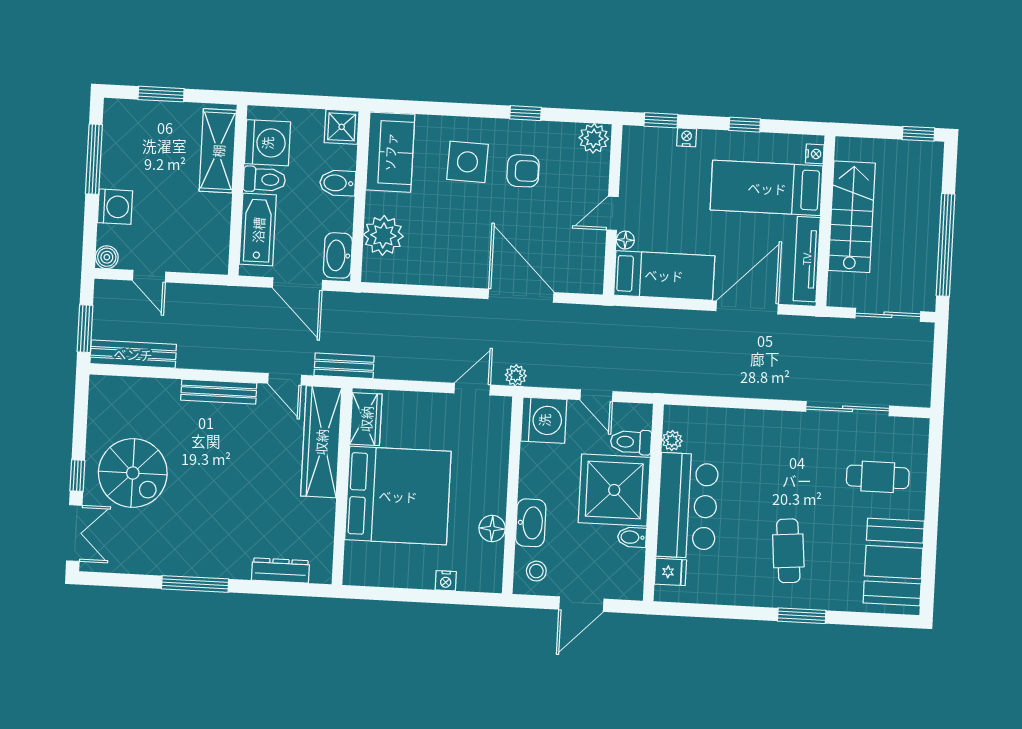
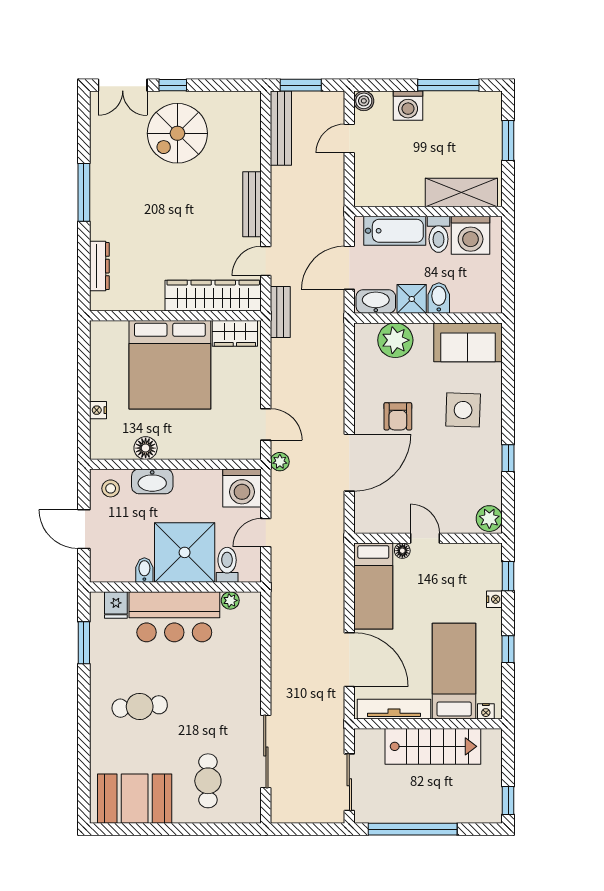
shower: (342, 127) -> (412, 299), moved
armchair: (523, 171) -> (398, 416), moved
window: (802, 616) -> (84, 643), moved

